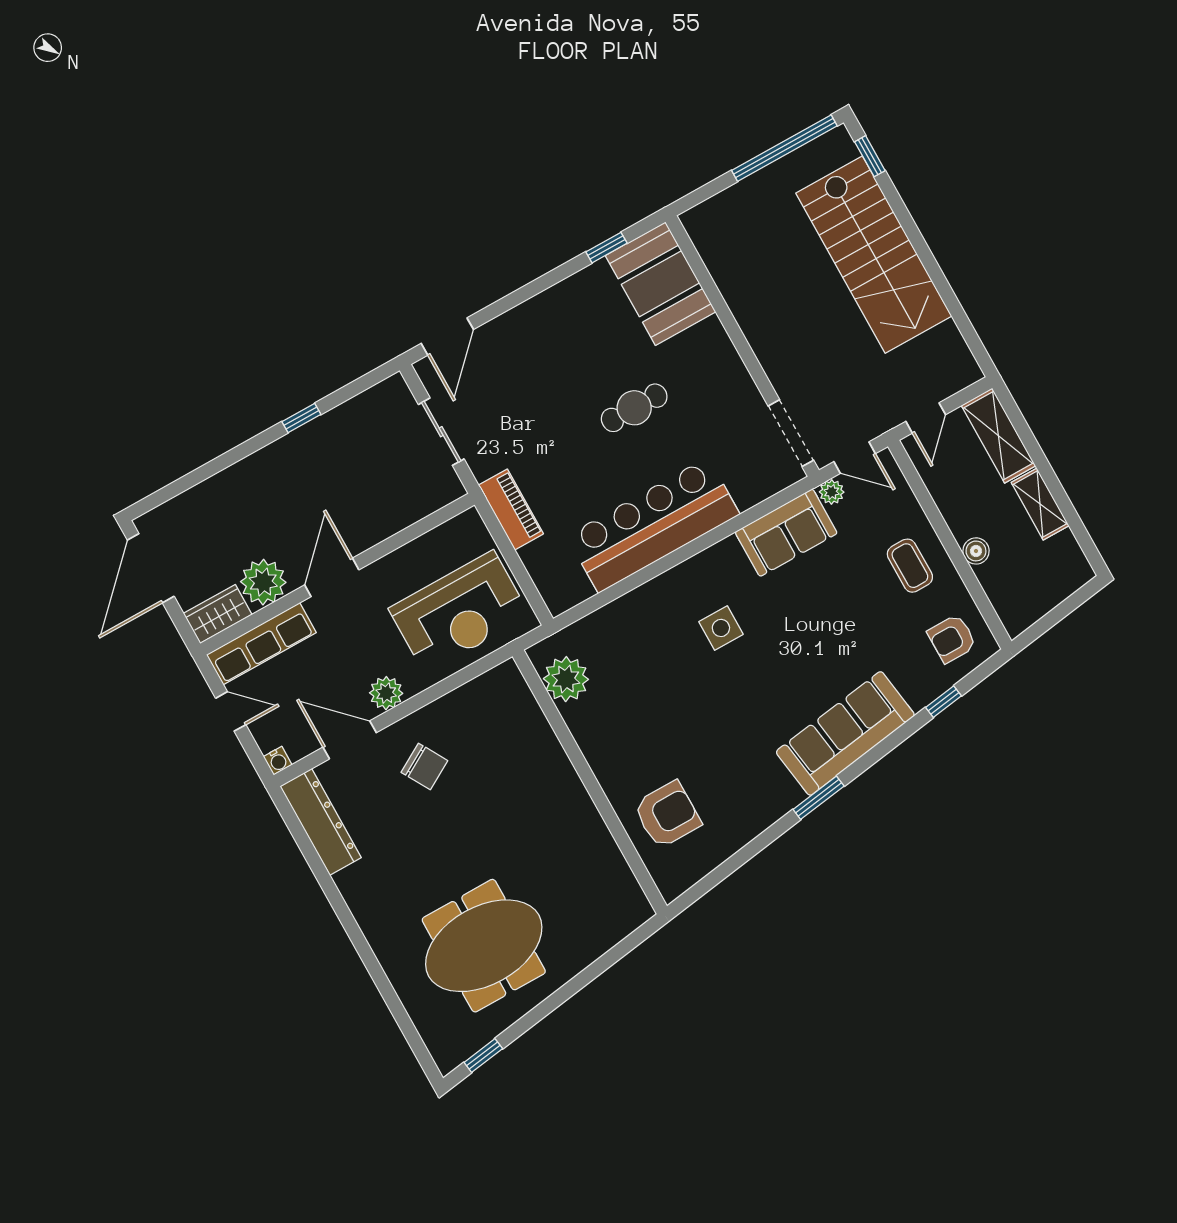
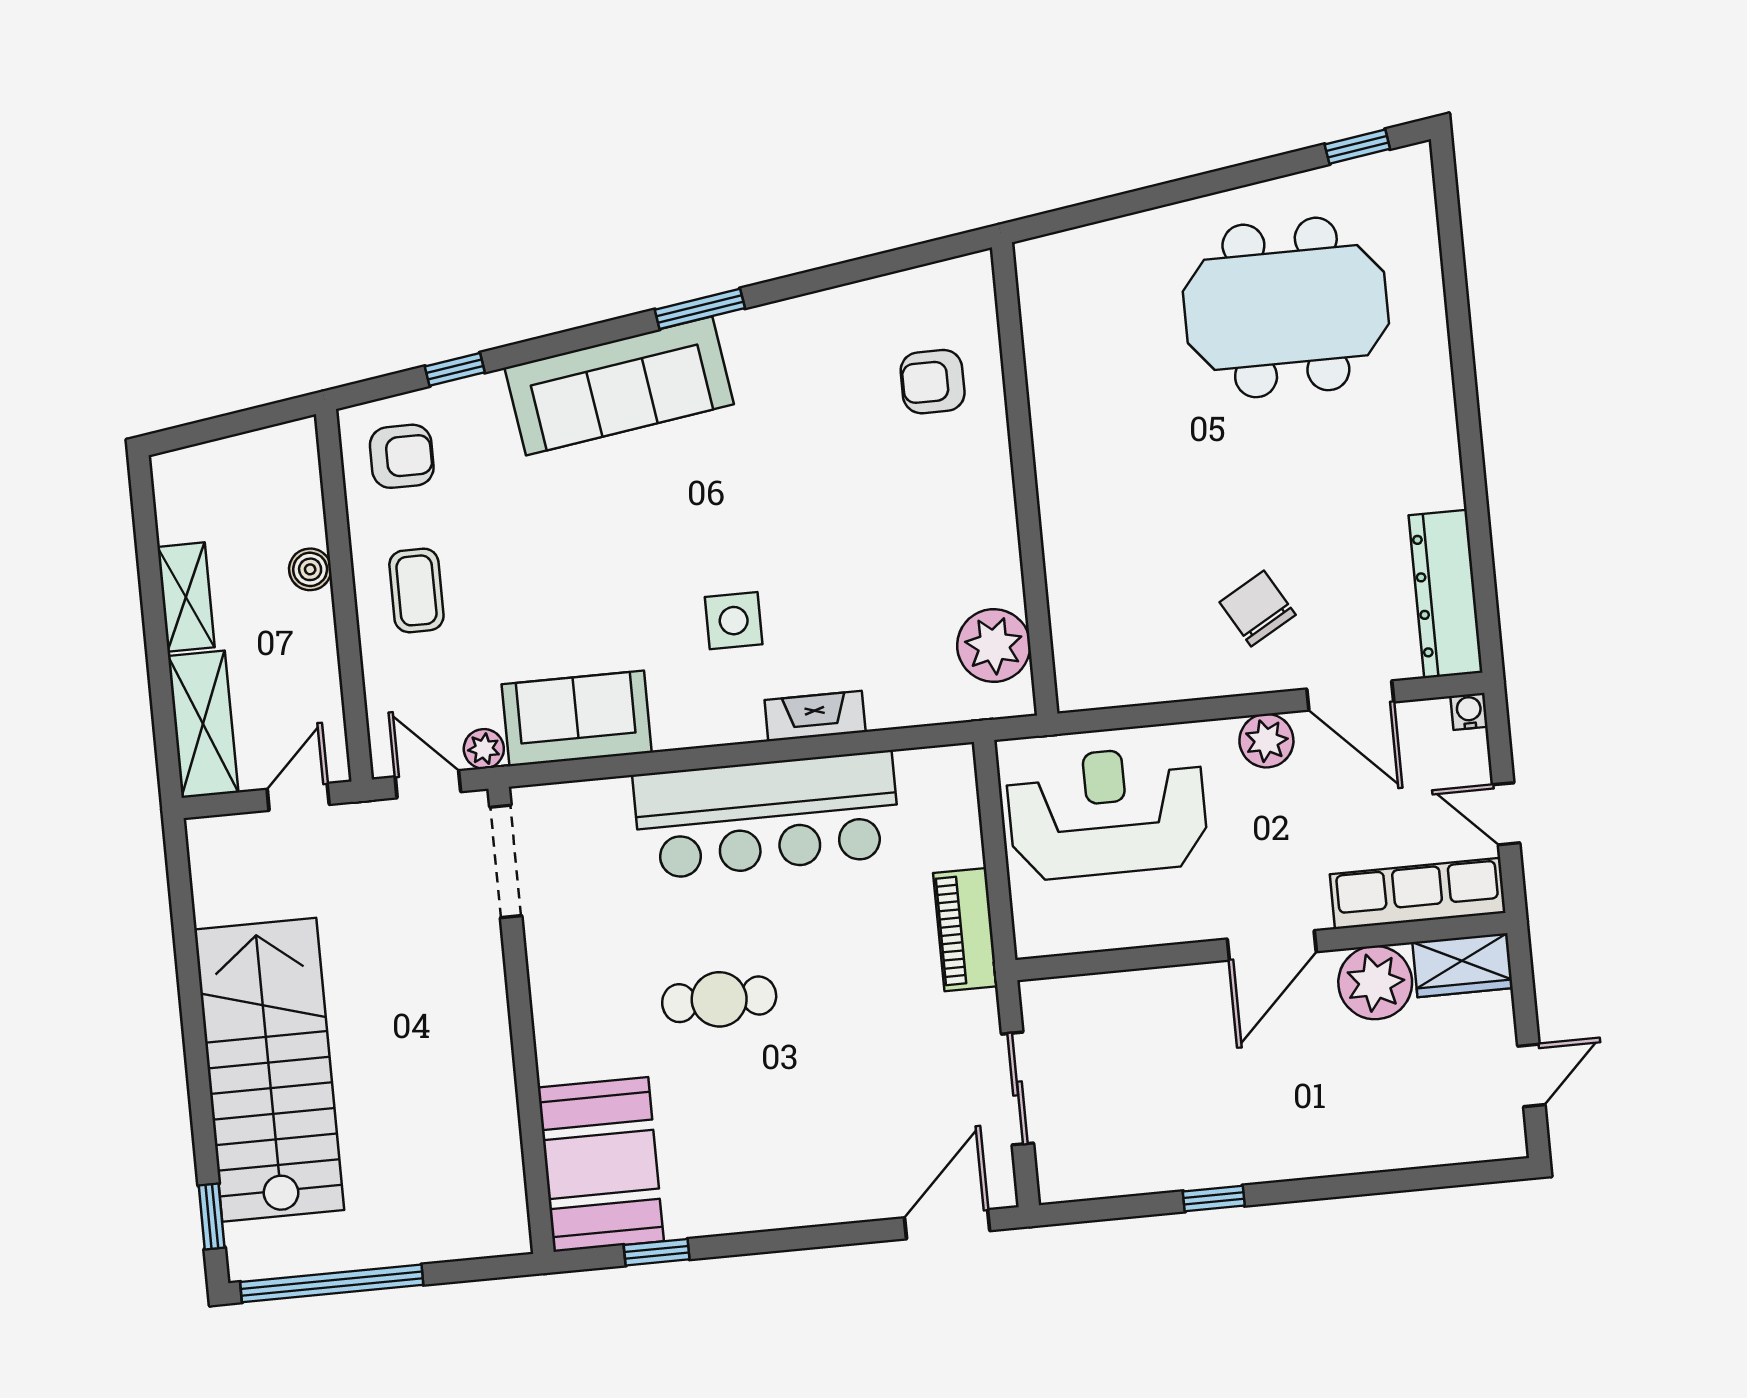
door: (151, 568) -> (1531, 1075), width x0.53
fireplace: (650, 594) -> (815, 716), added
armchair: (667, 815) -> (933, 382), width x0.72, depth x0.72

